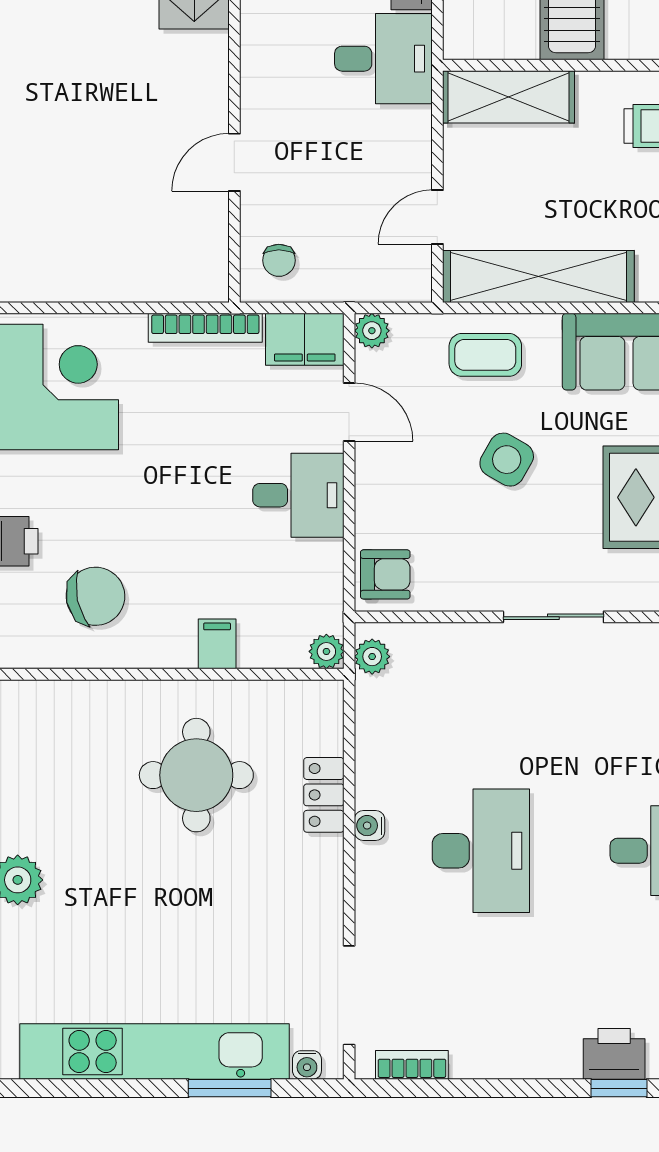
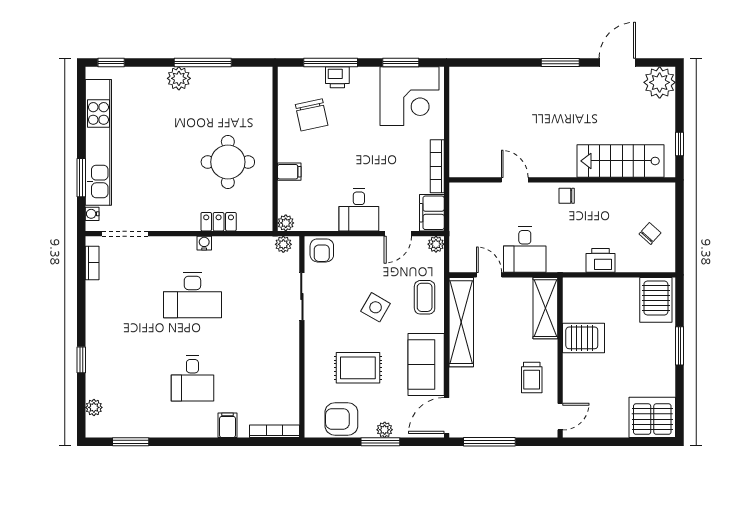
desk: (383, 59) -> (525, 250), moved
chair: (279, 260) -> (567, 196), moved
sliding door: (553, 617) -> (302, 296), moved
printer: (614, 1054) -> (97, 358), removed

